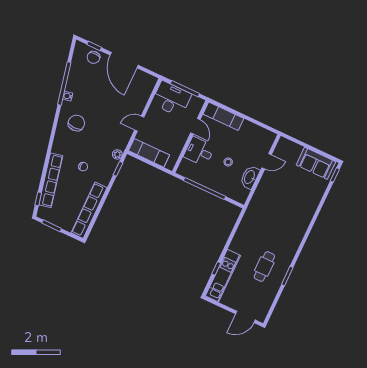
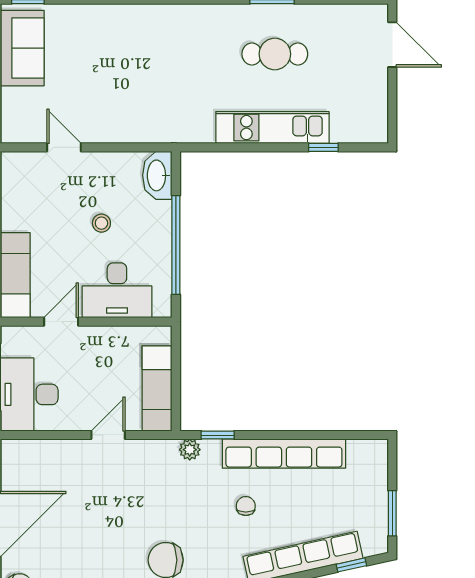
door: (139, 124) -> (108, 435), swing flipped
desk: (199, 151) -> (117, 290), width x1.37
washbasin: (250, 177) -> (157, 175), moved, turned 90
row of seats: (89, 210) -> (284, 454), moved
kitchen unit: (223, 276) -> (272, 128), moved

